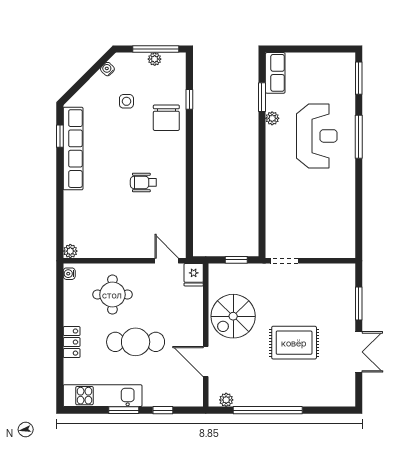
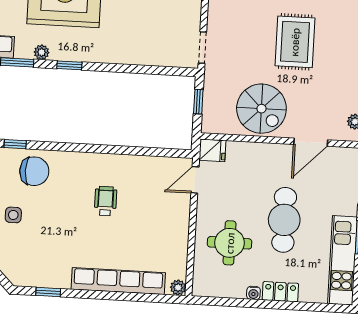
window: (262, 144) -> (69, 65), added
row of seats: (73, 149) -> (118, 281), moved
wheelchair: (143, 182) -> (106, 201), turned 180
water cooler: (69, 274) -> (253, 293), moved

